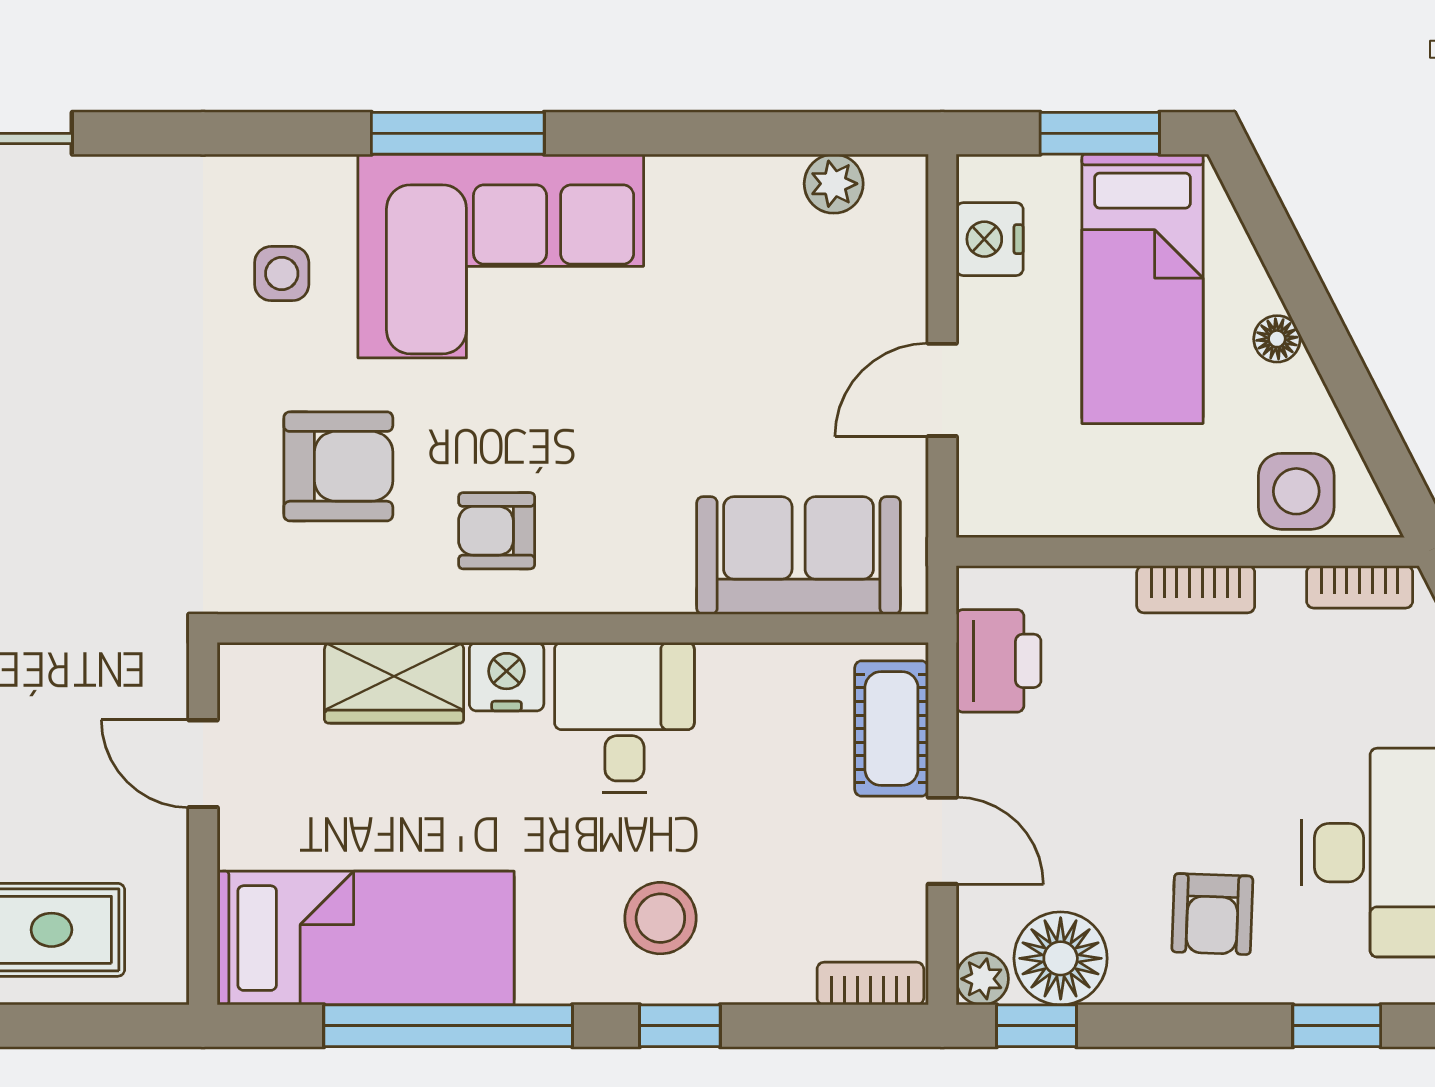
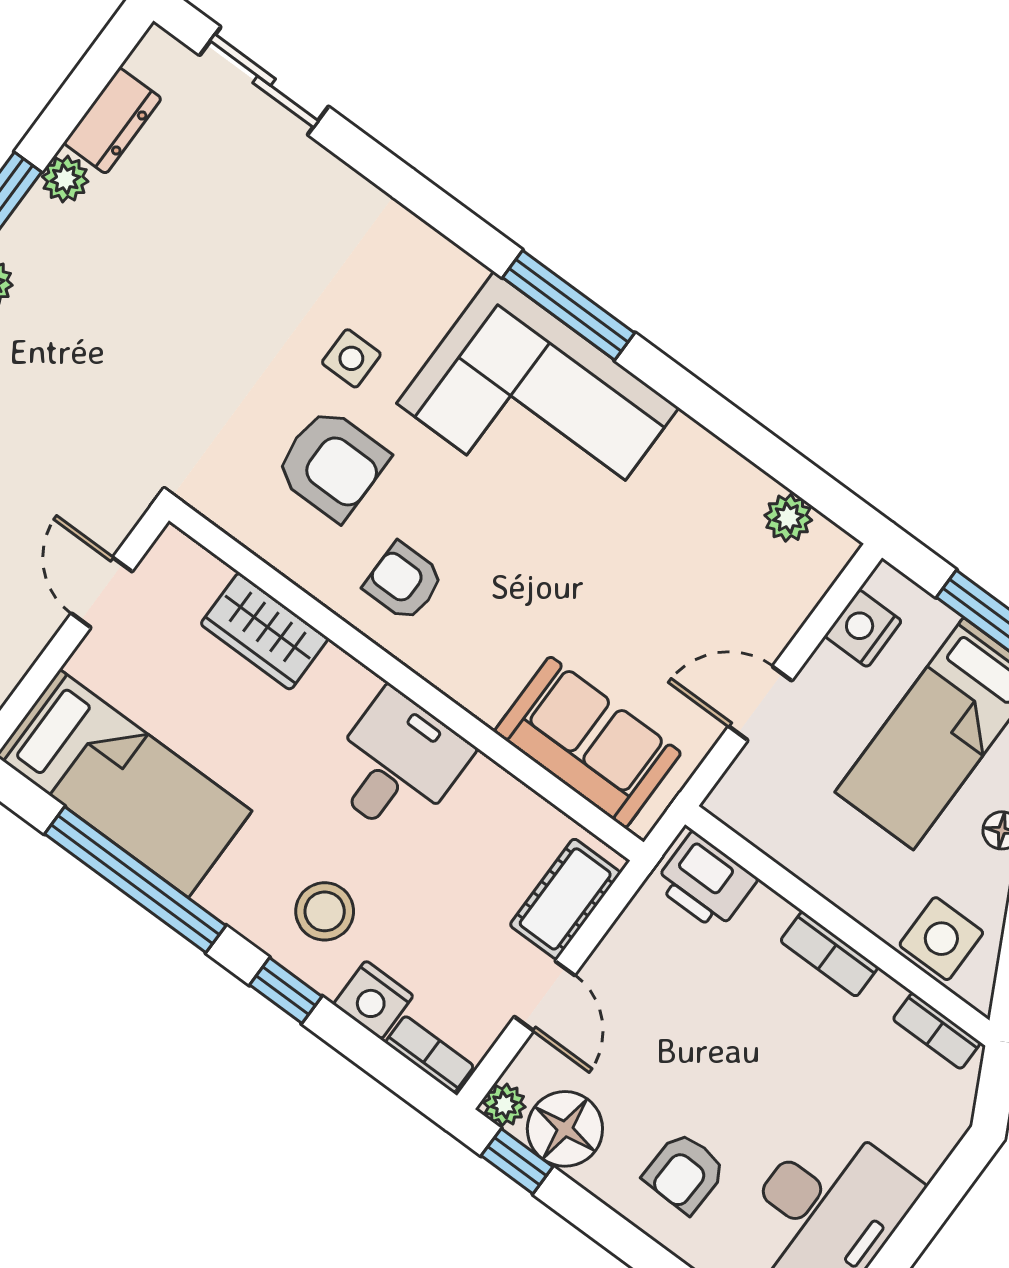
side table: (282, 274) -> (351, 358), moved
printer: (999, 661) -> (706, 882), moved, turned 90
nightstand: (507, 677) -> (373, 1000), moved, turned 180

